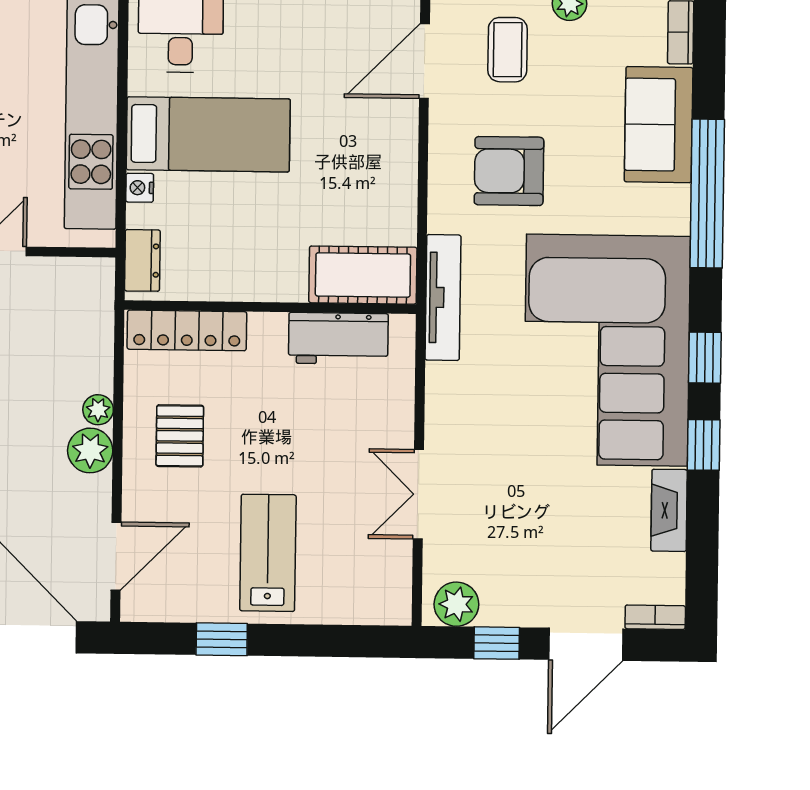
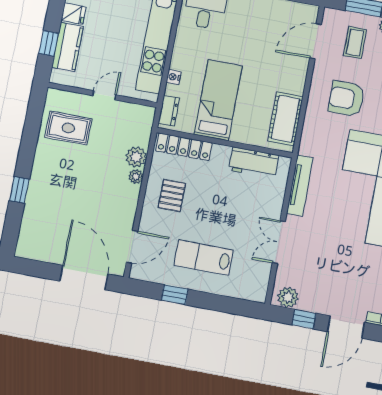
bed: (208, 134) -> (218, 100), moved, turned -90
cot: (363, 275) -> (285, 119), moved, turned 90
tv unit: (443, 298) -> (300, 185), moved
plant: (90, 450) -> (136, 157), moved
lab bench: (268, 553) -> (204, 258), turned -90

